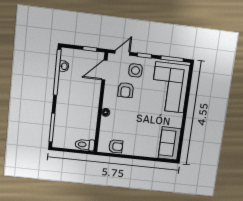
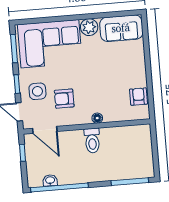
armchair: (126, 90) -> (64, 99), turned 180
plant: (176, 120) -> (89, 27), added
toilet: (85, 145) -> (92, 141), moved

